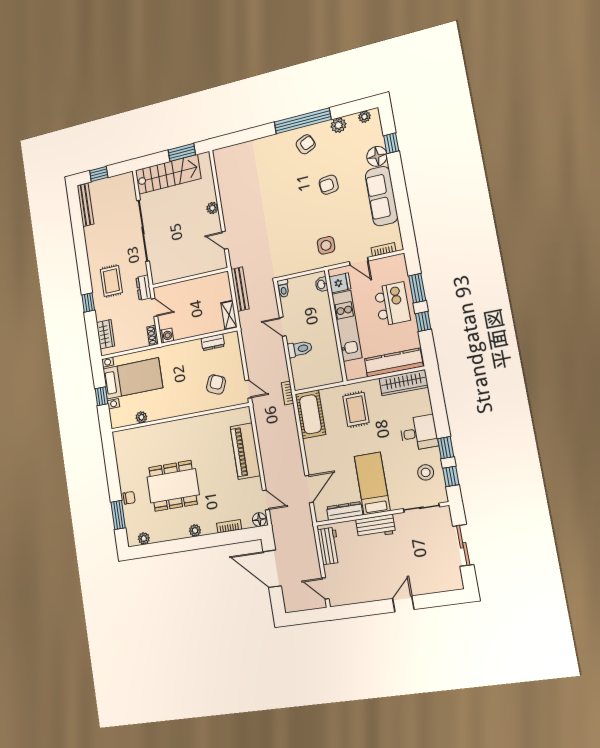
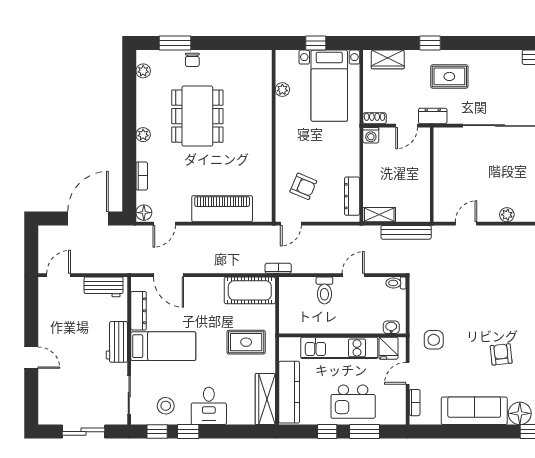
dresser: (213, 342) -> (352, 196), width x1.44

